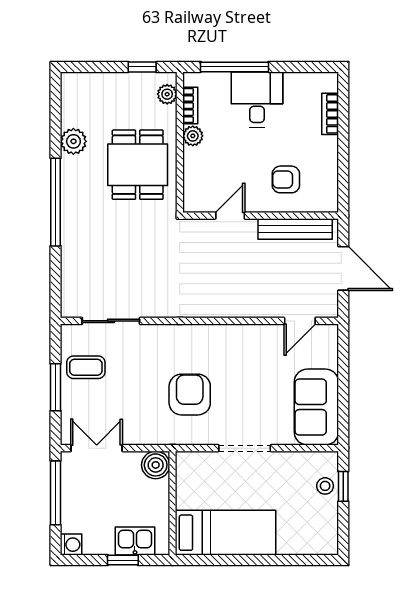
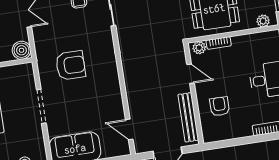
bookcase: (190, 106) -> (219, 43), moved
plant: (193, 136) -> (199, 48), moved

